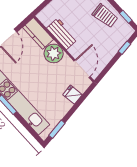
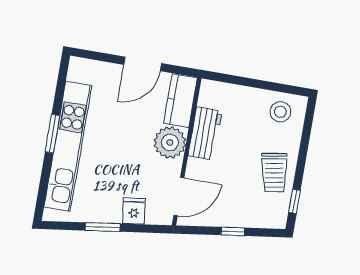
window: (125, 48) -> (233, 231), moved
window: (57, 129) -> (103, 227), moved

